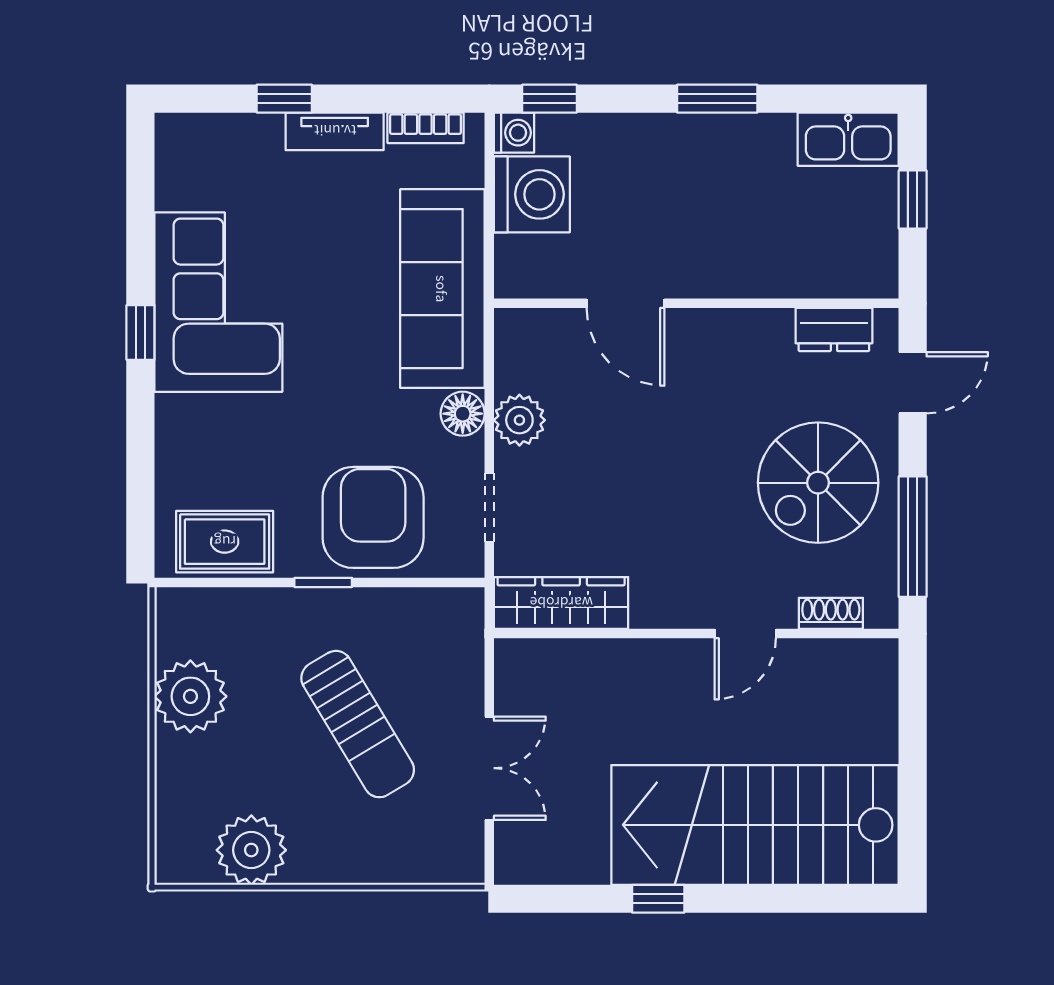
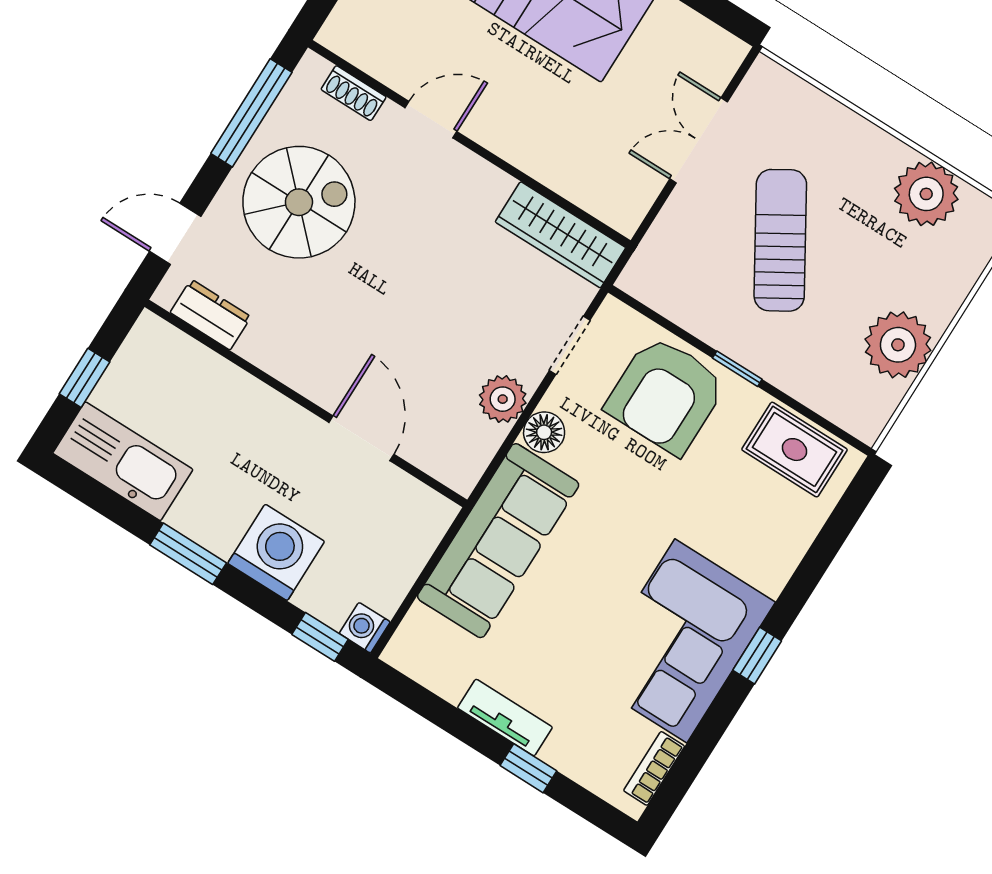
bookcase: (426, 128) -> (654, 768), moved, turned -90
kitchen sink: (848, 139) -> (123, 461), width x1.36, depth x1.24
washing machine: (532, 194) -> (276, 552), moved, turned 90

